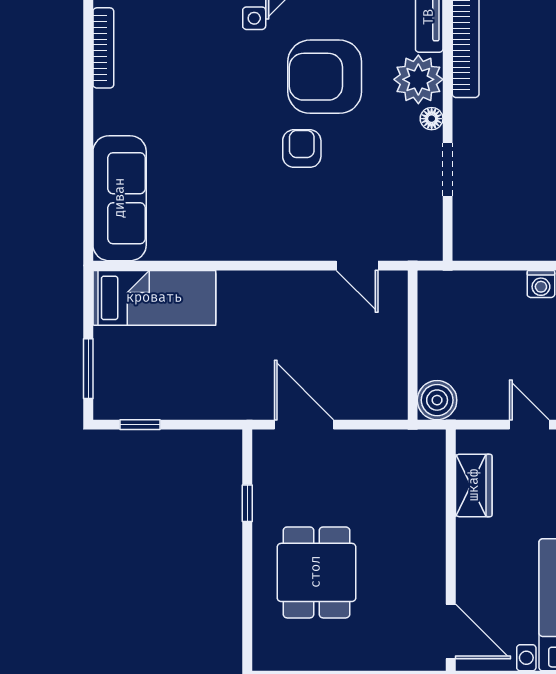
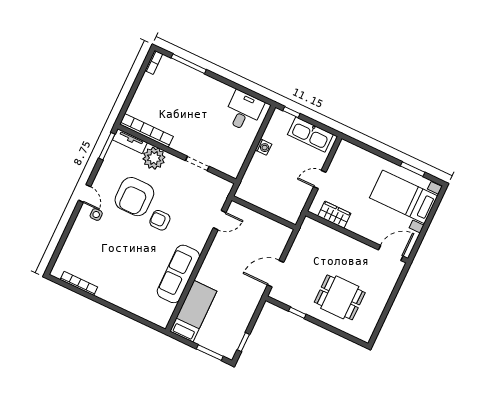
floor lamp: (432, 119) -> (173, 160), removed
sofa: (120, 198) -> (178, 274), moved, turned -90
boiler: (437, 400) -> (291, 213), removed

